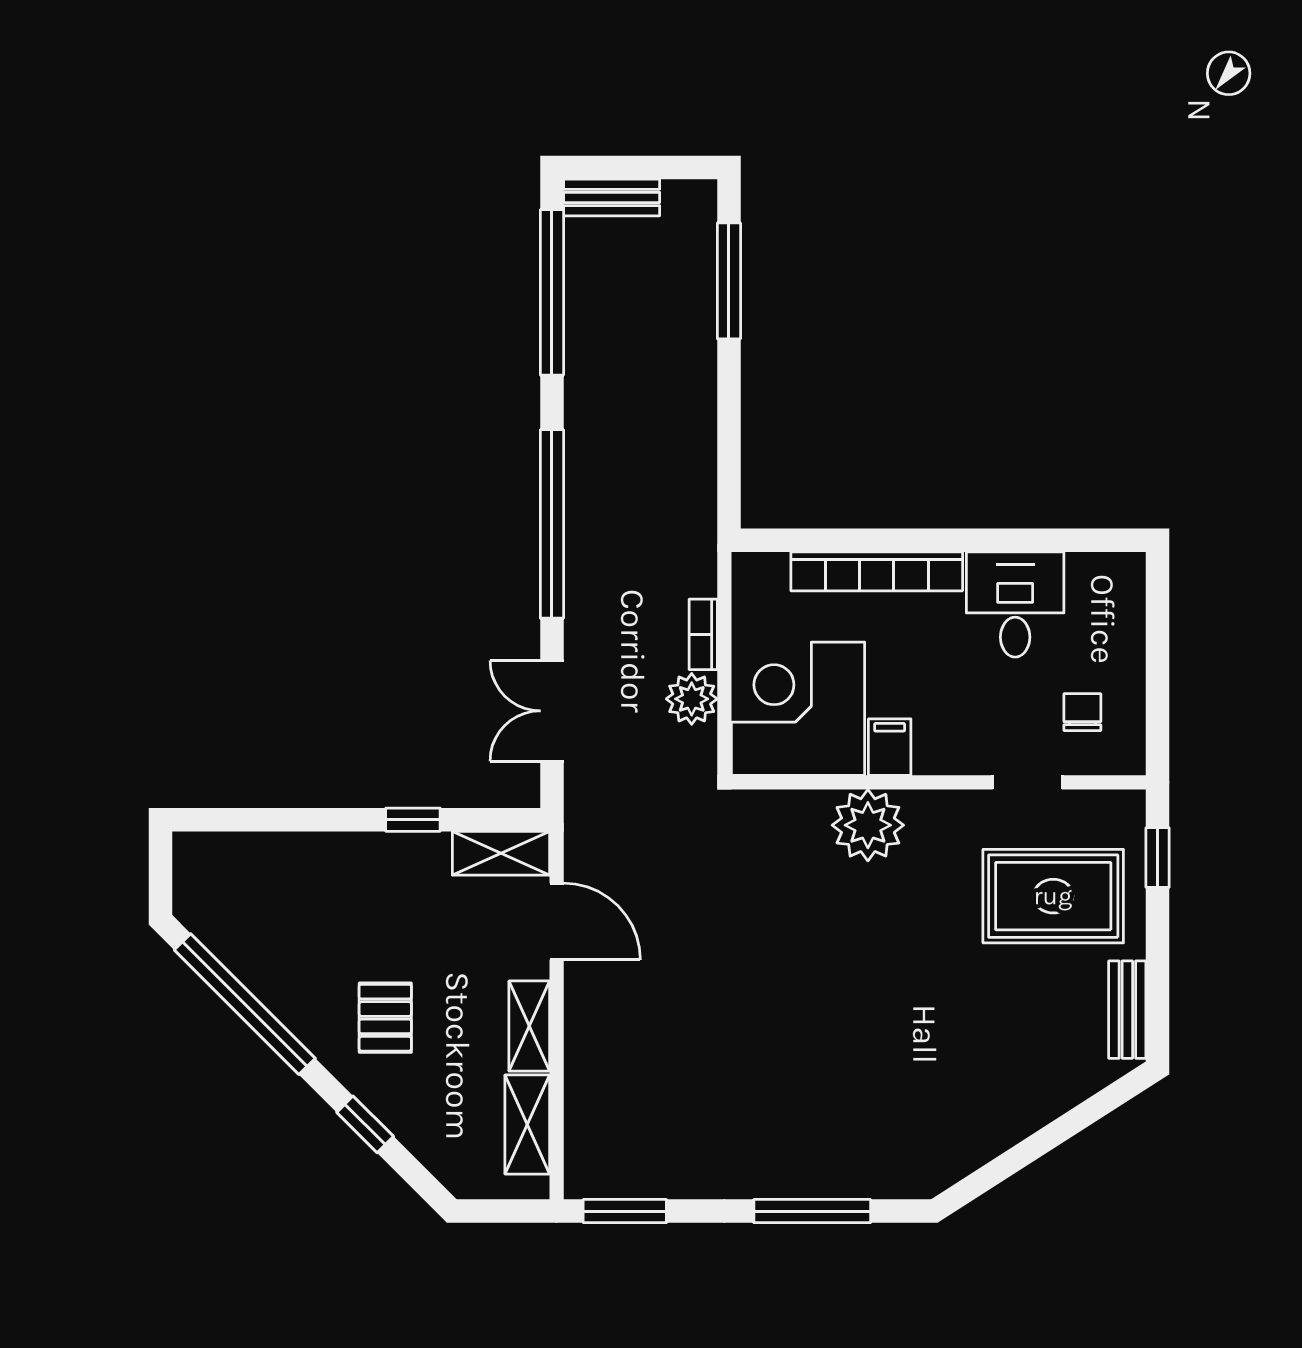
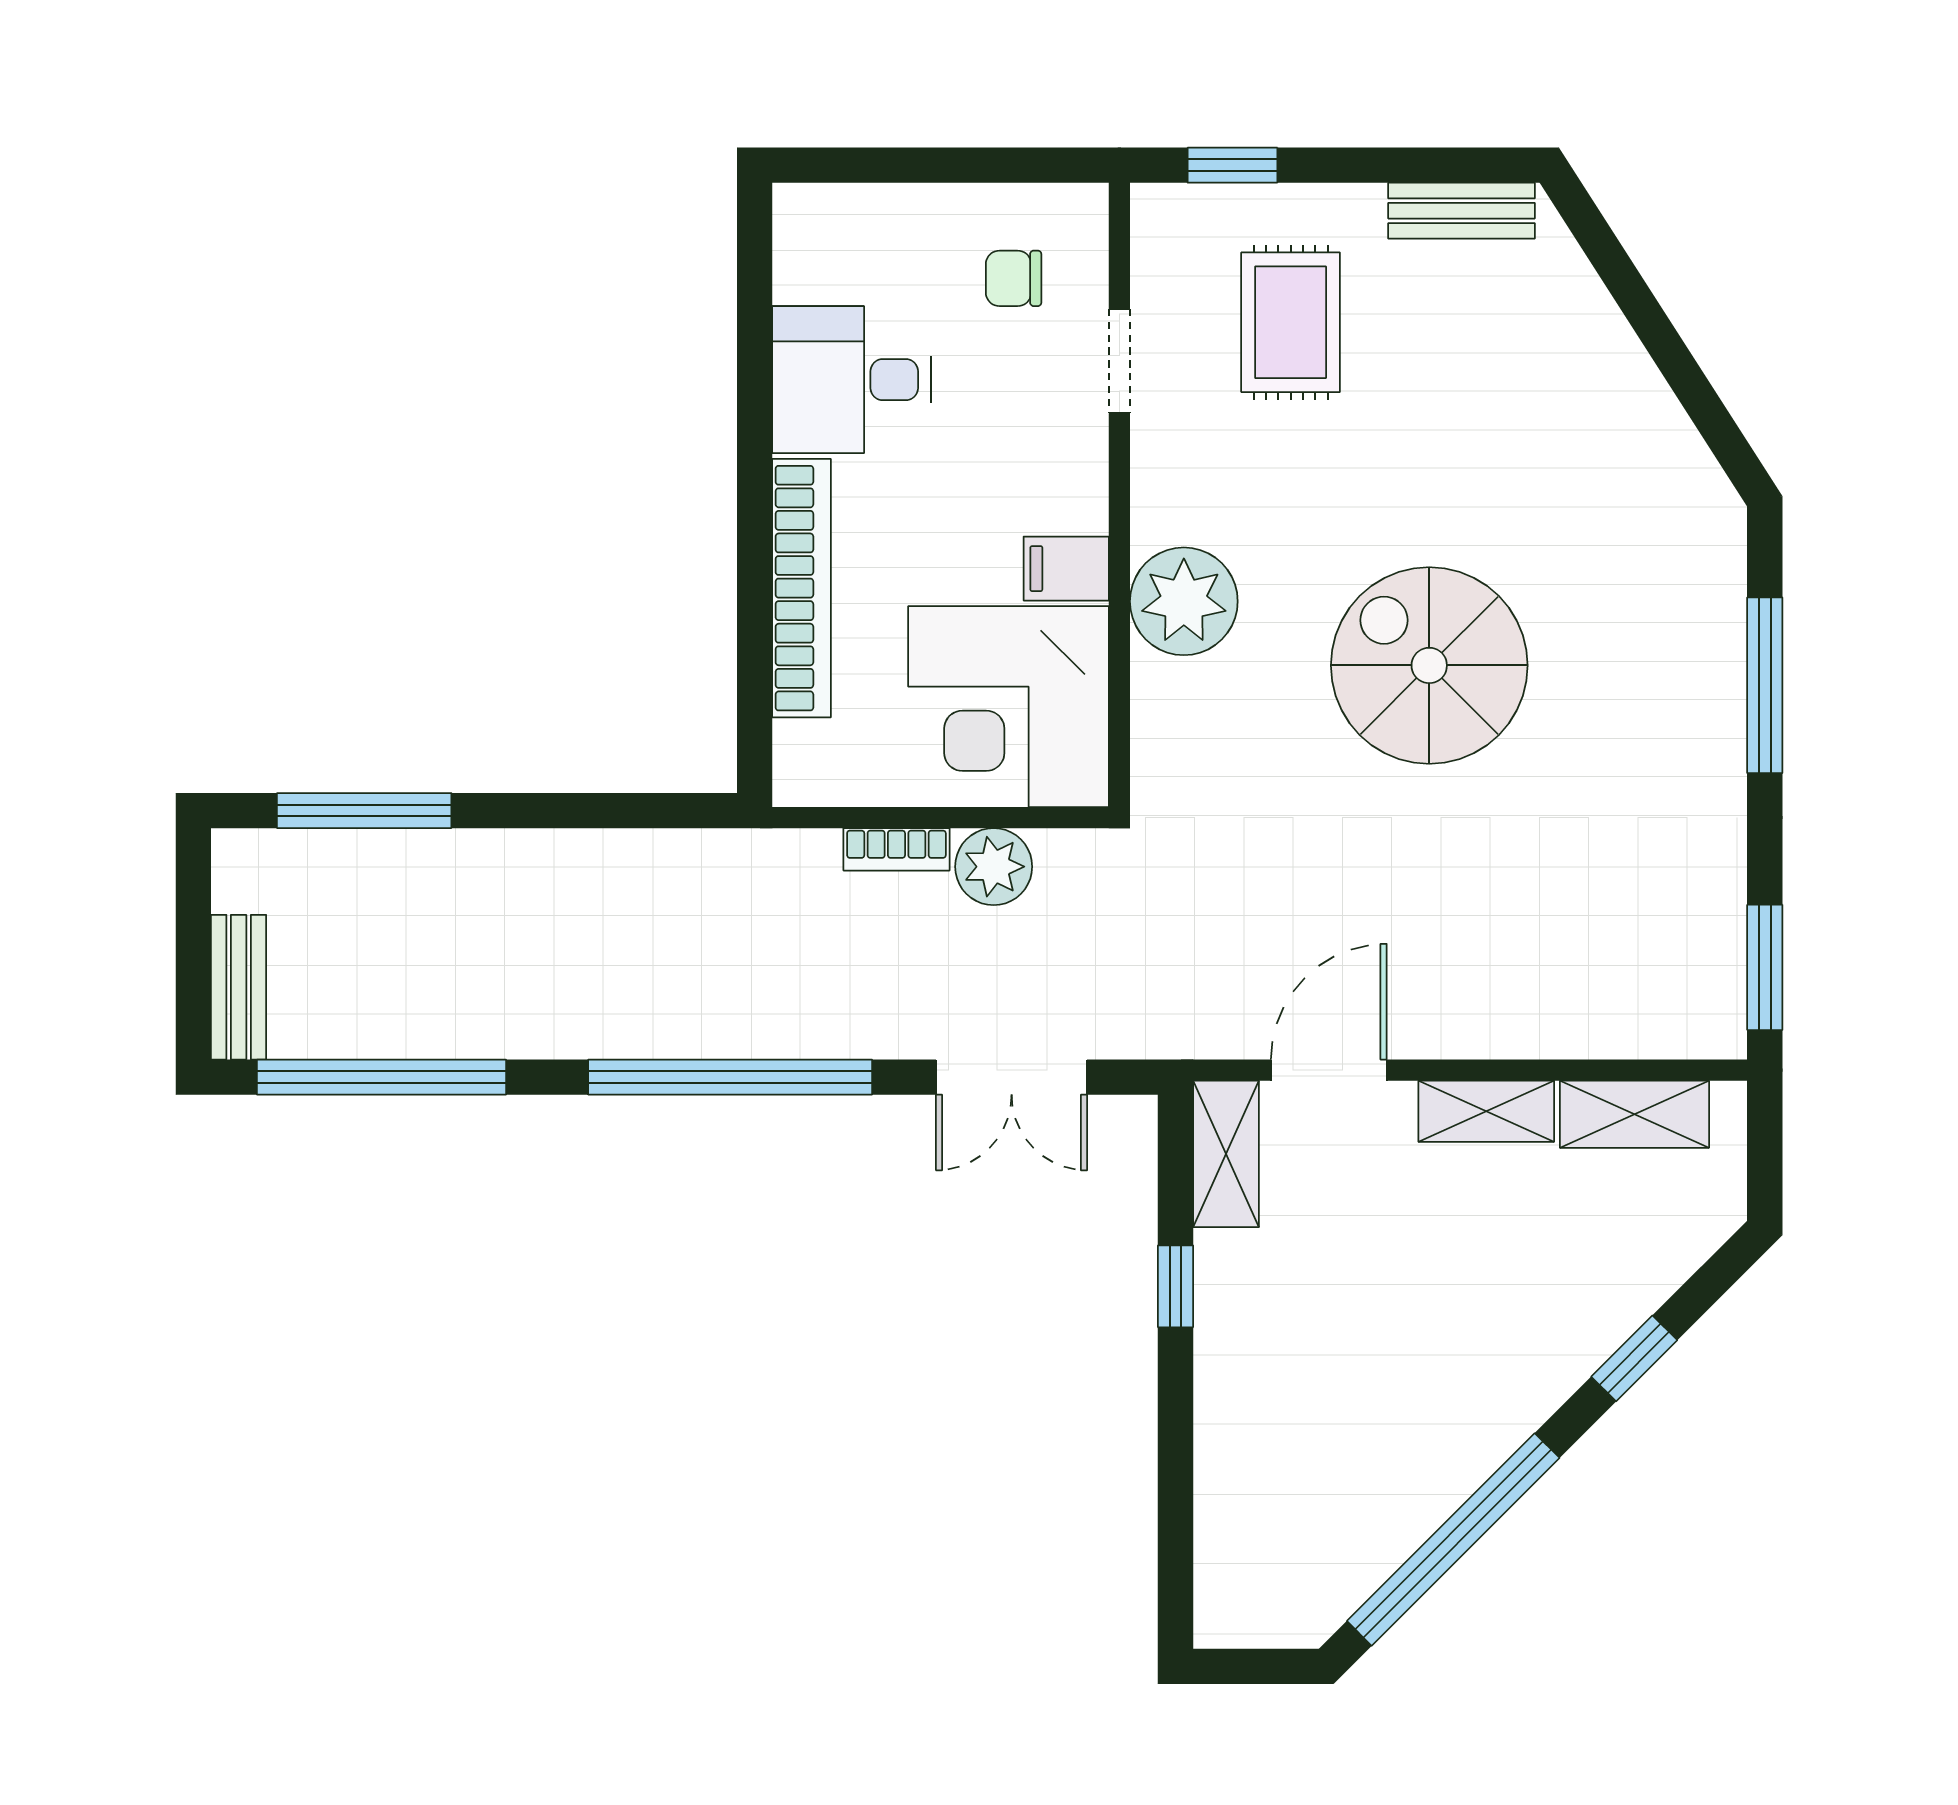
rug: (1053, 896) -> (1291, 322), width x0.73, depth x0.70
spiral stairs: (825, 988) -> (1429, 665), added
pallet: (385, 1018) -> (1474, 1328), removed

